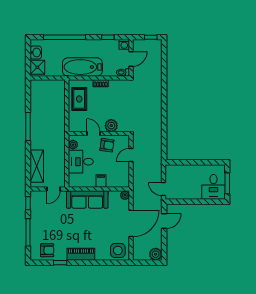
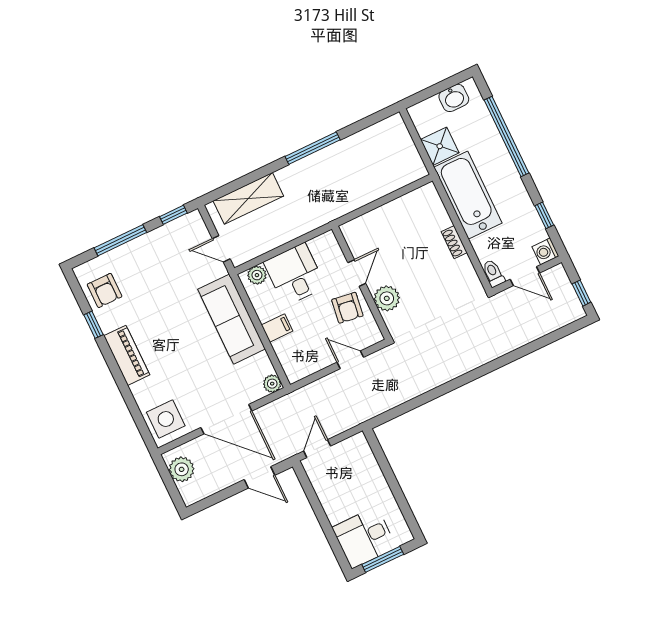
shower: (37, 67) -> (440, 146), moved
rug: (79, 99) -> (407, 217), removed
plant: (73, 145) -> (257, 275), moved
plant: (156, 254) -> (182, 469), moved

